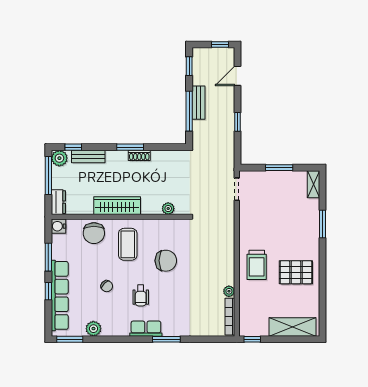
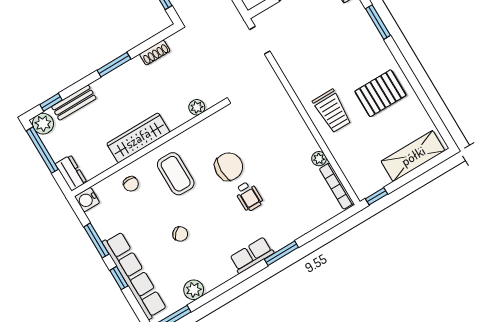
shoe rack: (139, 155) -> (155, 53), moved
chair: (94, 233) -> (131, 184), width x0.54, depth x0.54
wheelchair: (141, 295) -> (249, 196), moved

